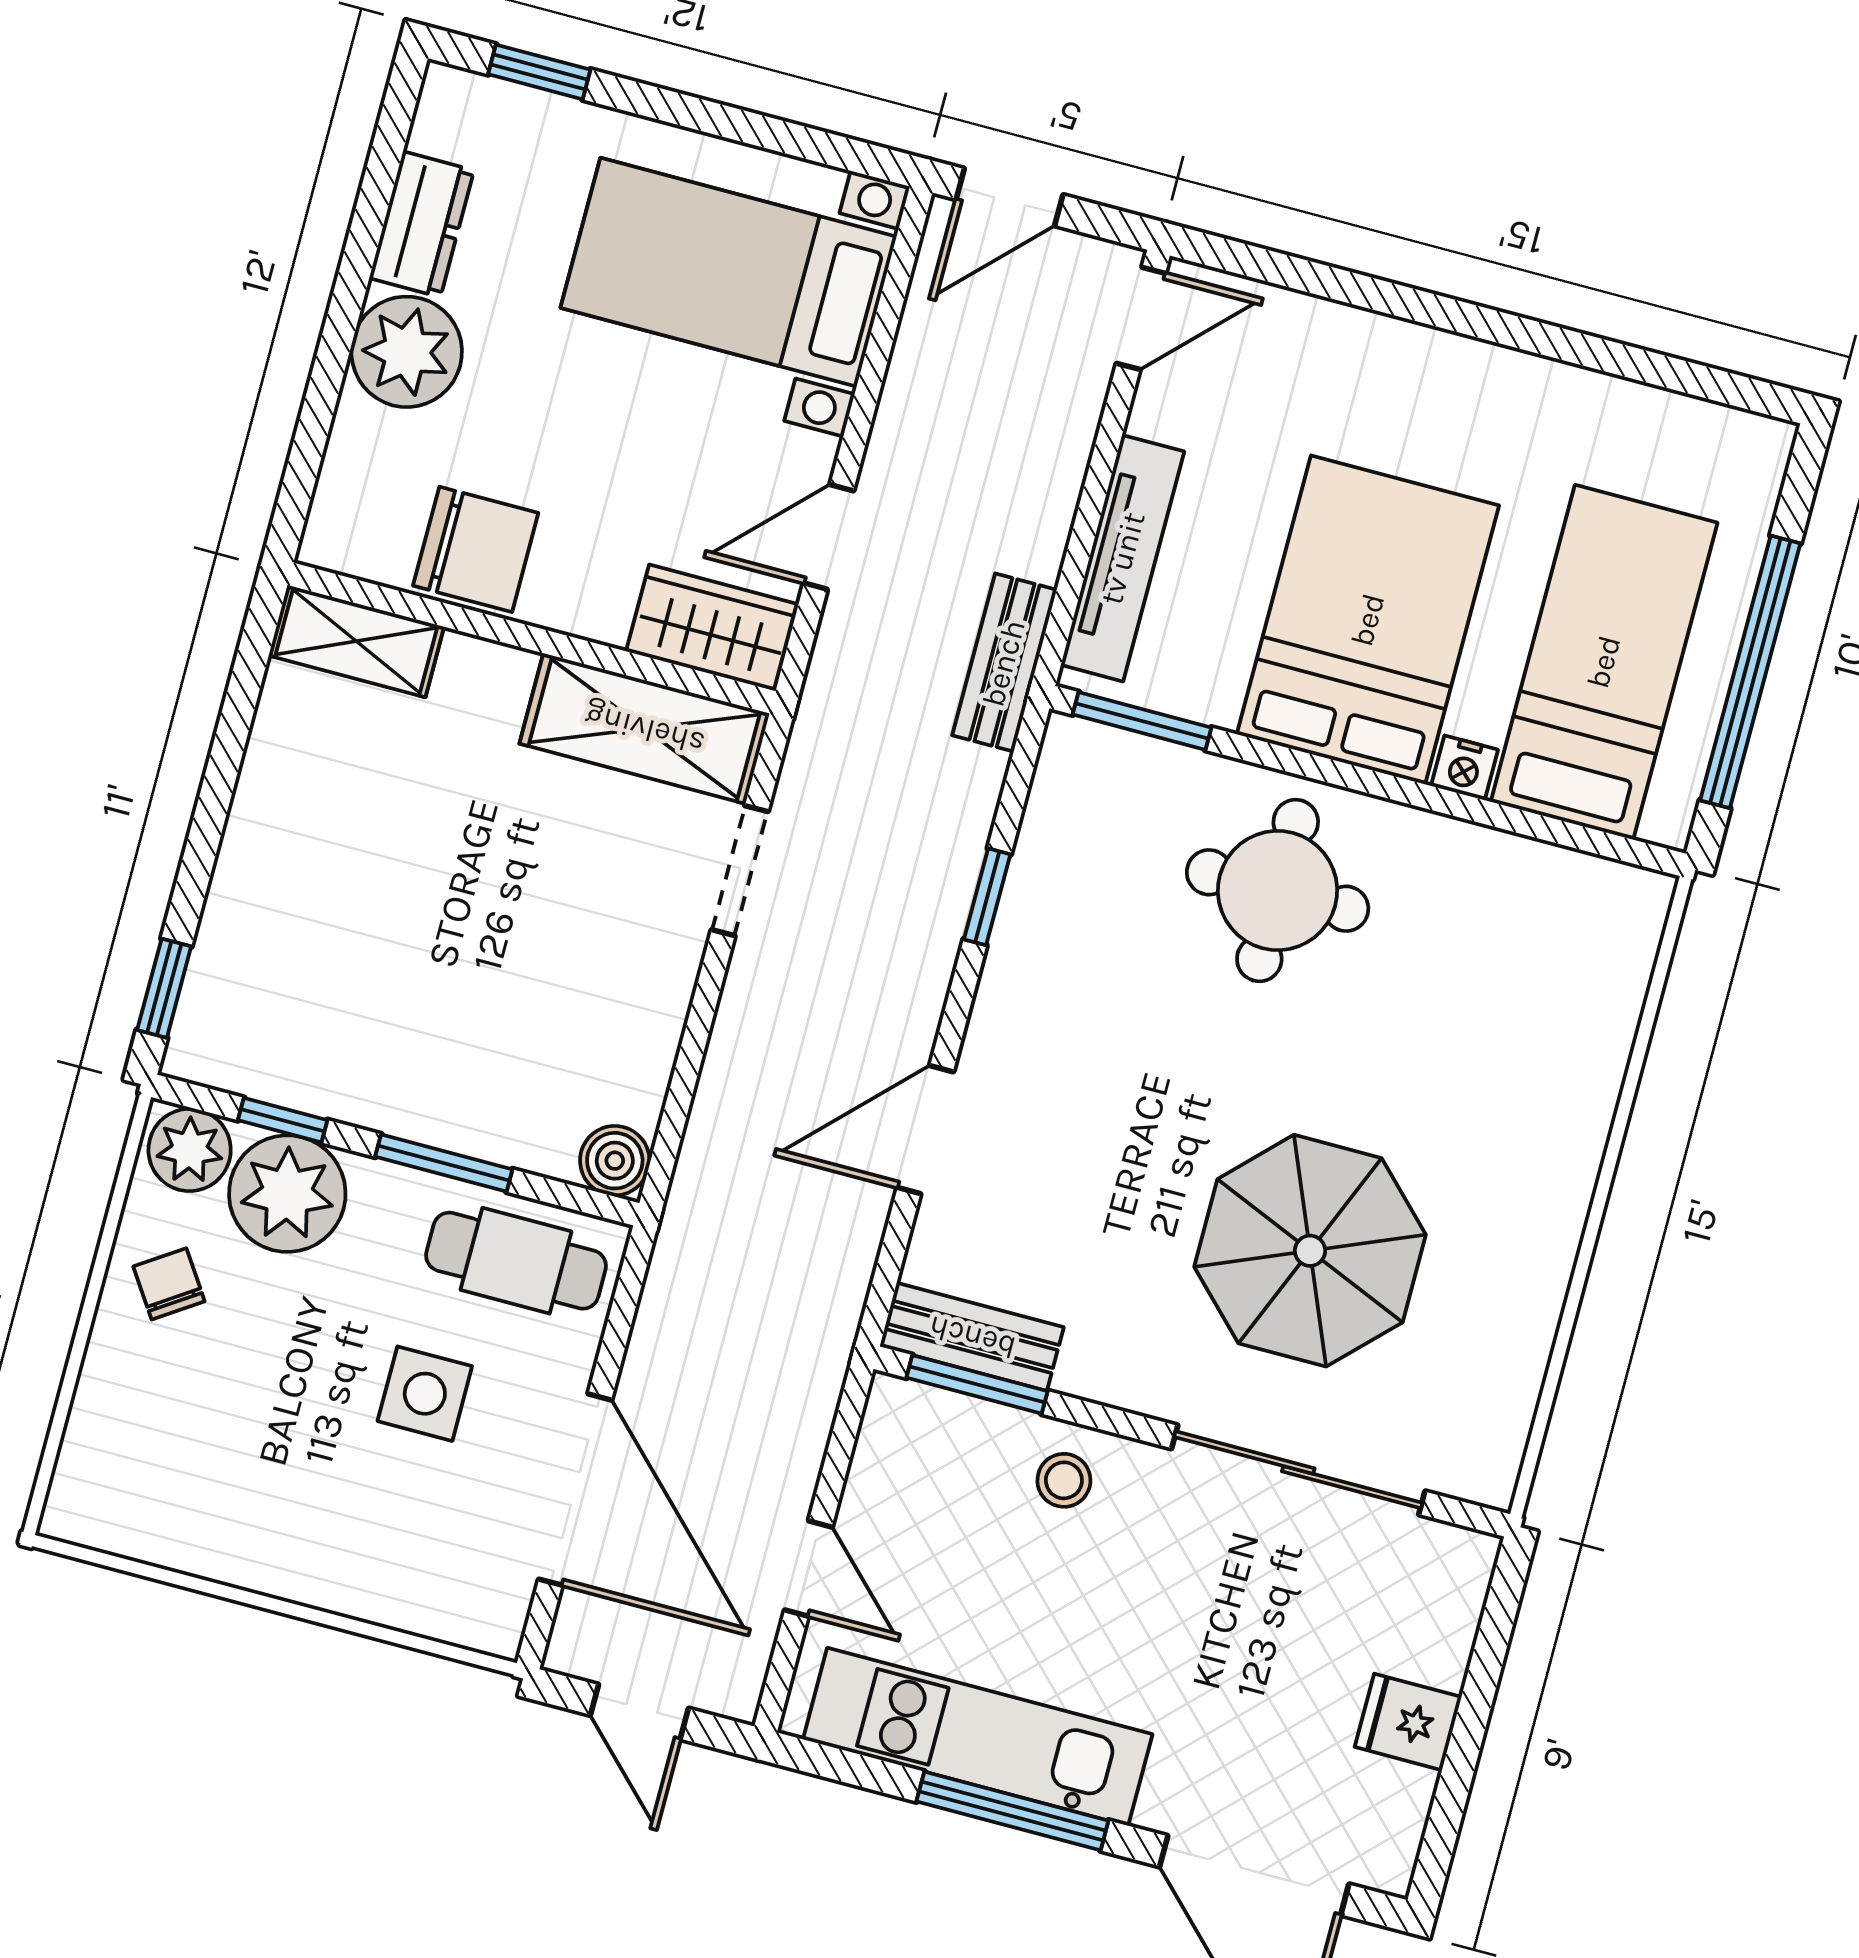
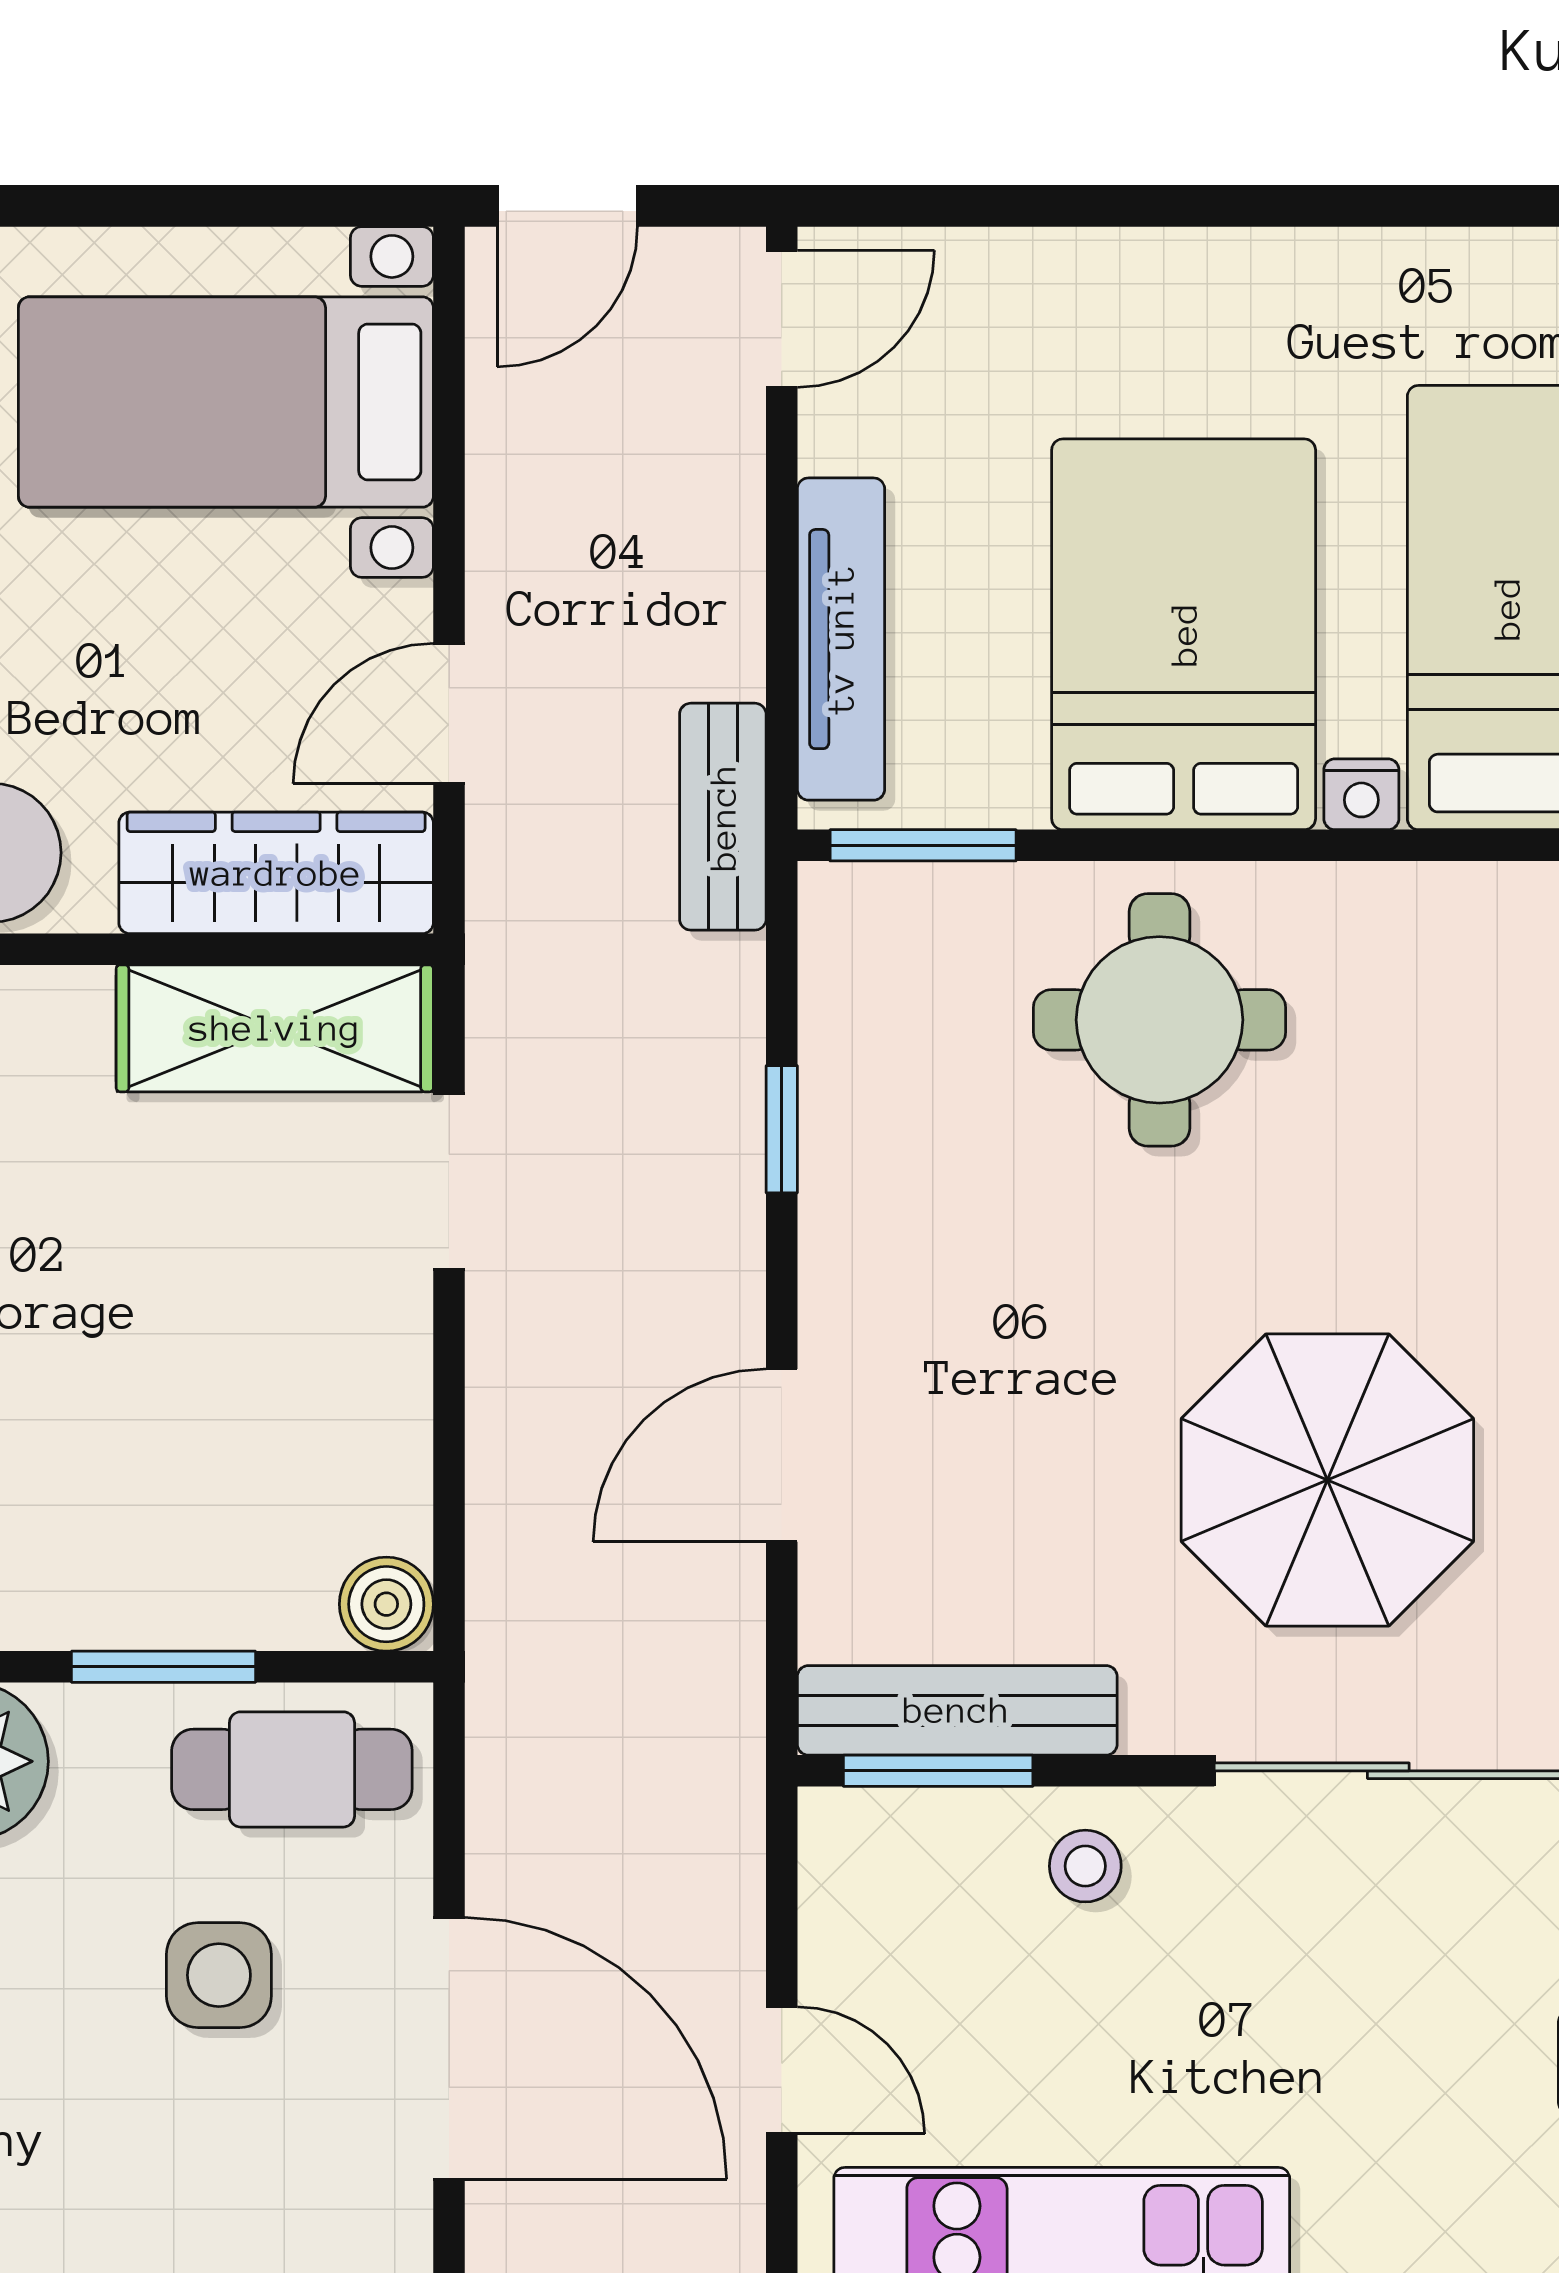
wardrobe: (712, 628) -> (276, 873), width x1.50
bench: (972, 1337) -> (957, 1710), width x1.36

